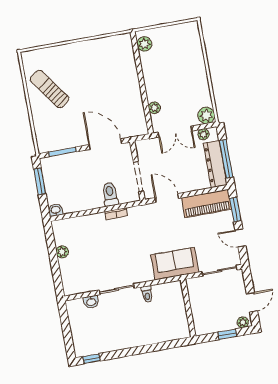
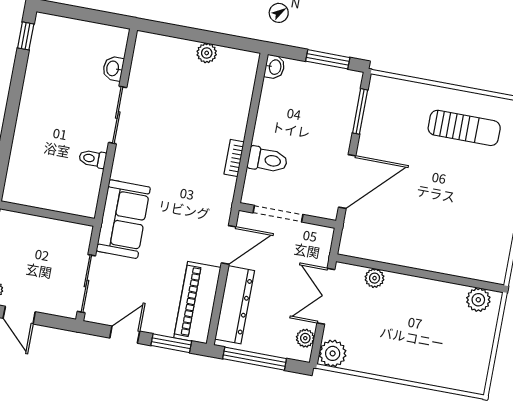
sun lounger: (49, 89) -> (464, 128), turned 36
dresser: (215, 164) -> (235, 305), moved, turned 90

